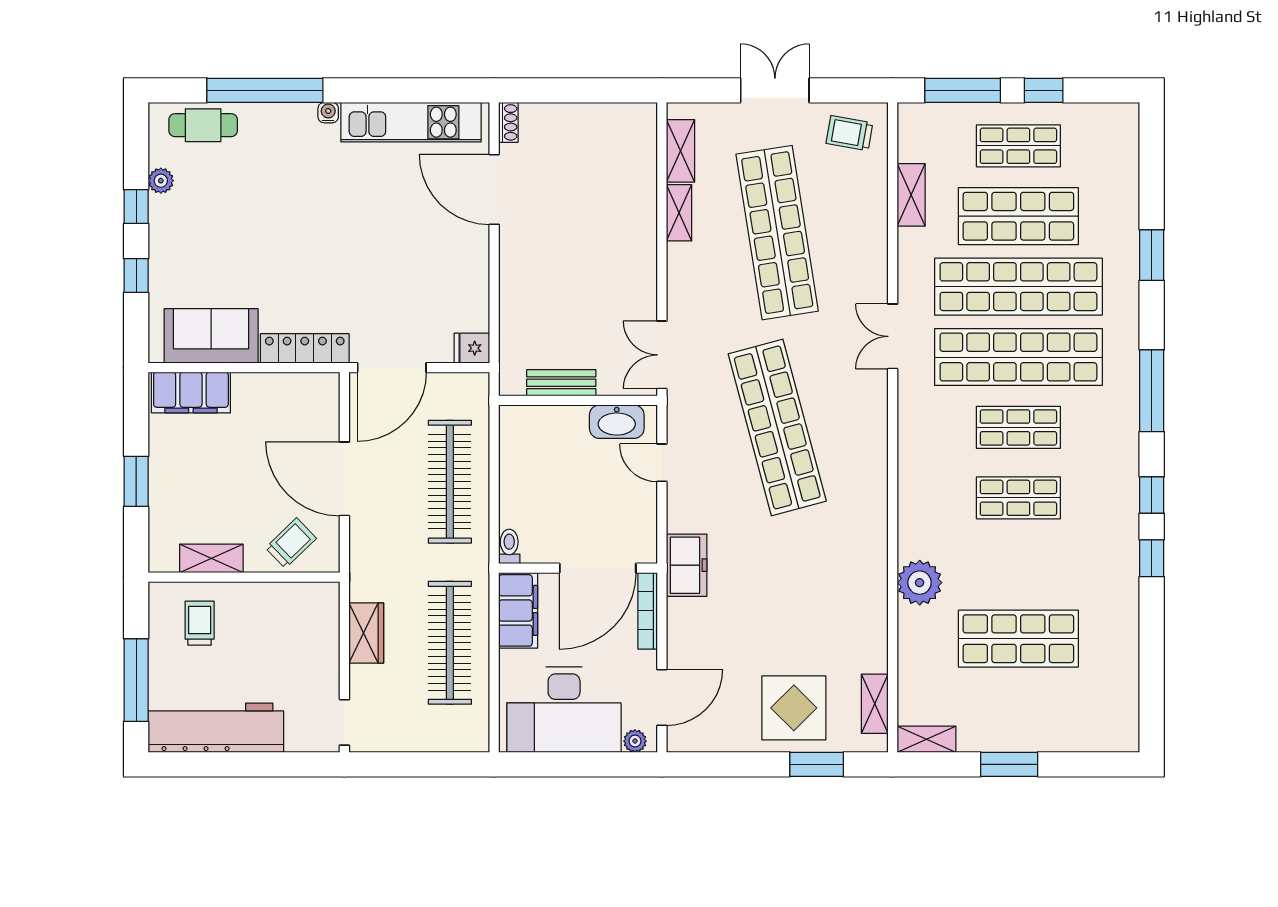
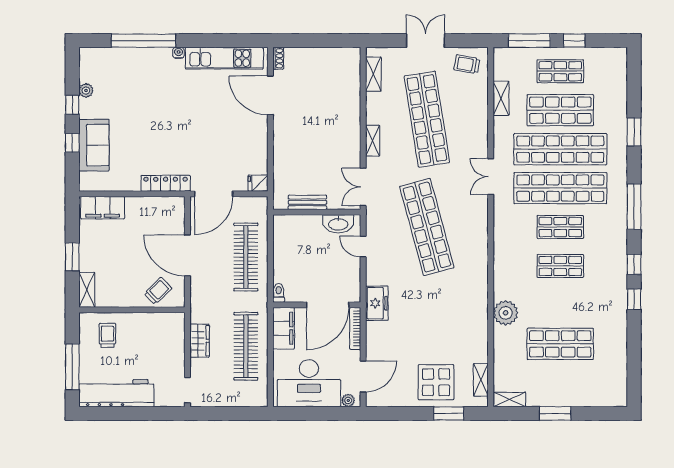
cafe table: (203, 125) -> (109, 60), removed
shelving: (679, 213) -> (373, 141), moved
sofa: (211, 336) -> (94, 145), moved, turned 90
shelving: (211, 558) -> (87, 290), moved, turned 90

